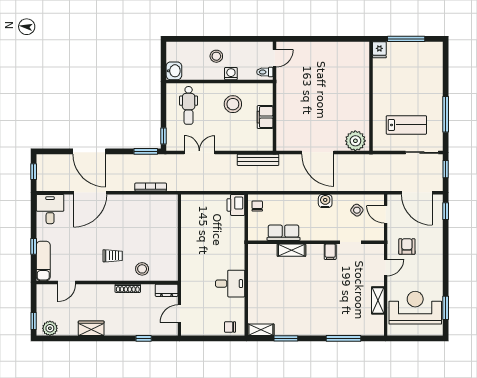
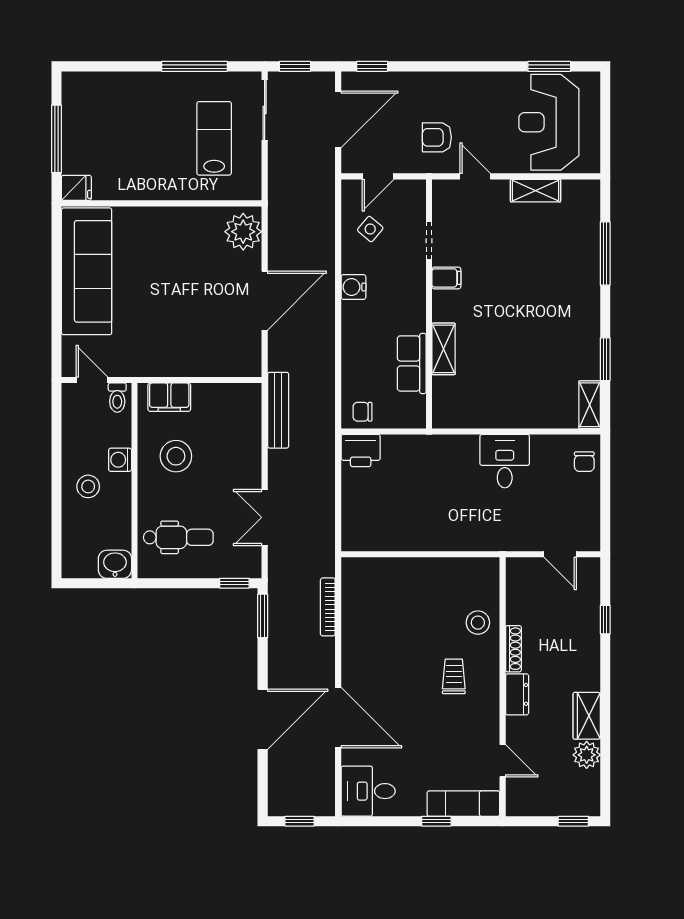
sofa: (334, 55) -> (87, 271), added
filing cabinet: (265, 117) -> (169, 397), moved
dresser: (167, 290) -> (517, 694), moved
plant: (50, 328) -> (587, 755), moved

